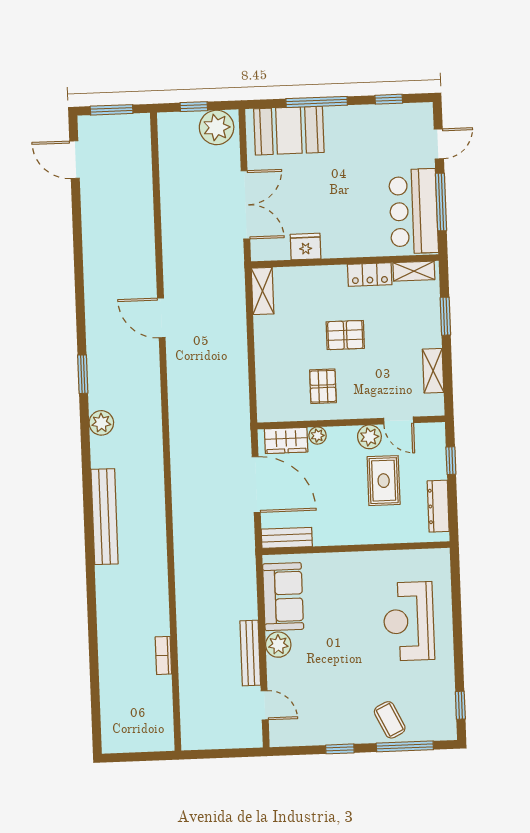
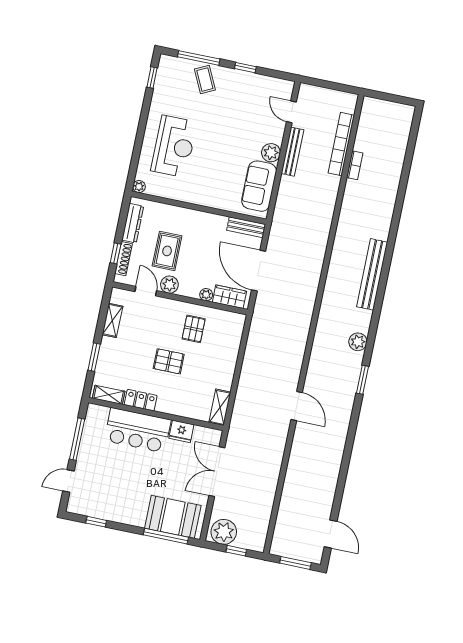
window: (317, 102) -> (166, 536), moved
bar counter: (414, 211) -> (138, 430), moved, turned 90
shoe rack: (439, 456) -> (124, 259), added
plant: (442, 557) -> (139, 187), added
bookcase: (188, 679) -> (341, 144), added

